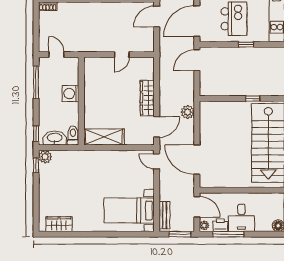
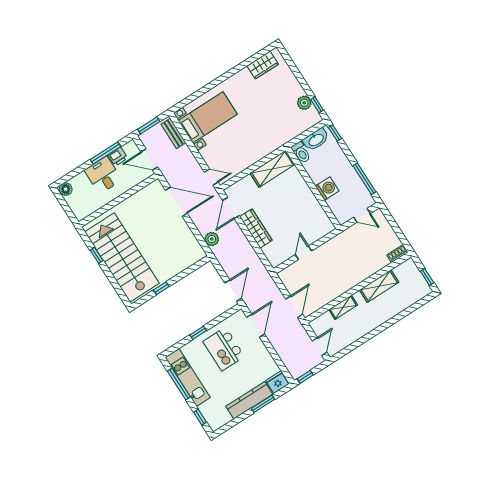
door: (197, 21) -> (256, 326), width x0.73
plant: (45, 157) -> (304, 103), moved
plant: (204, 225) -> (132, 147), removed

